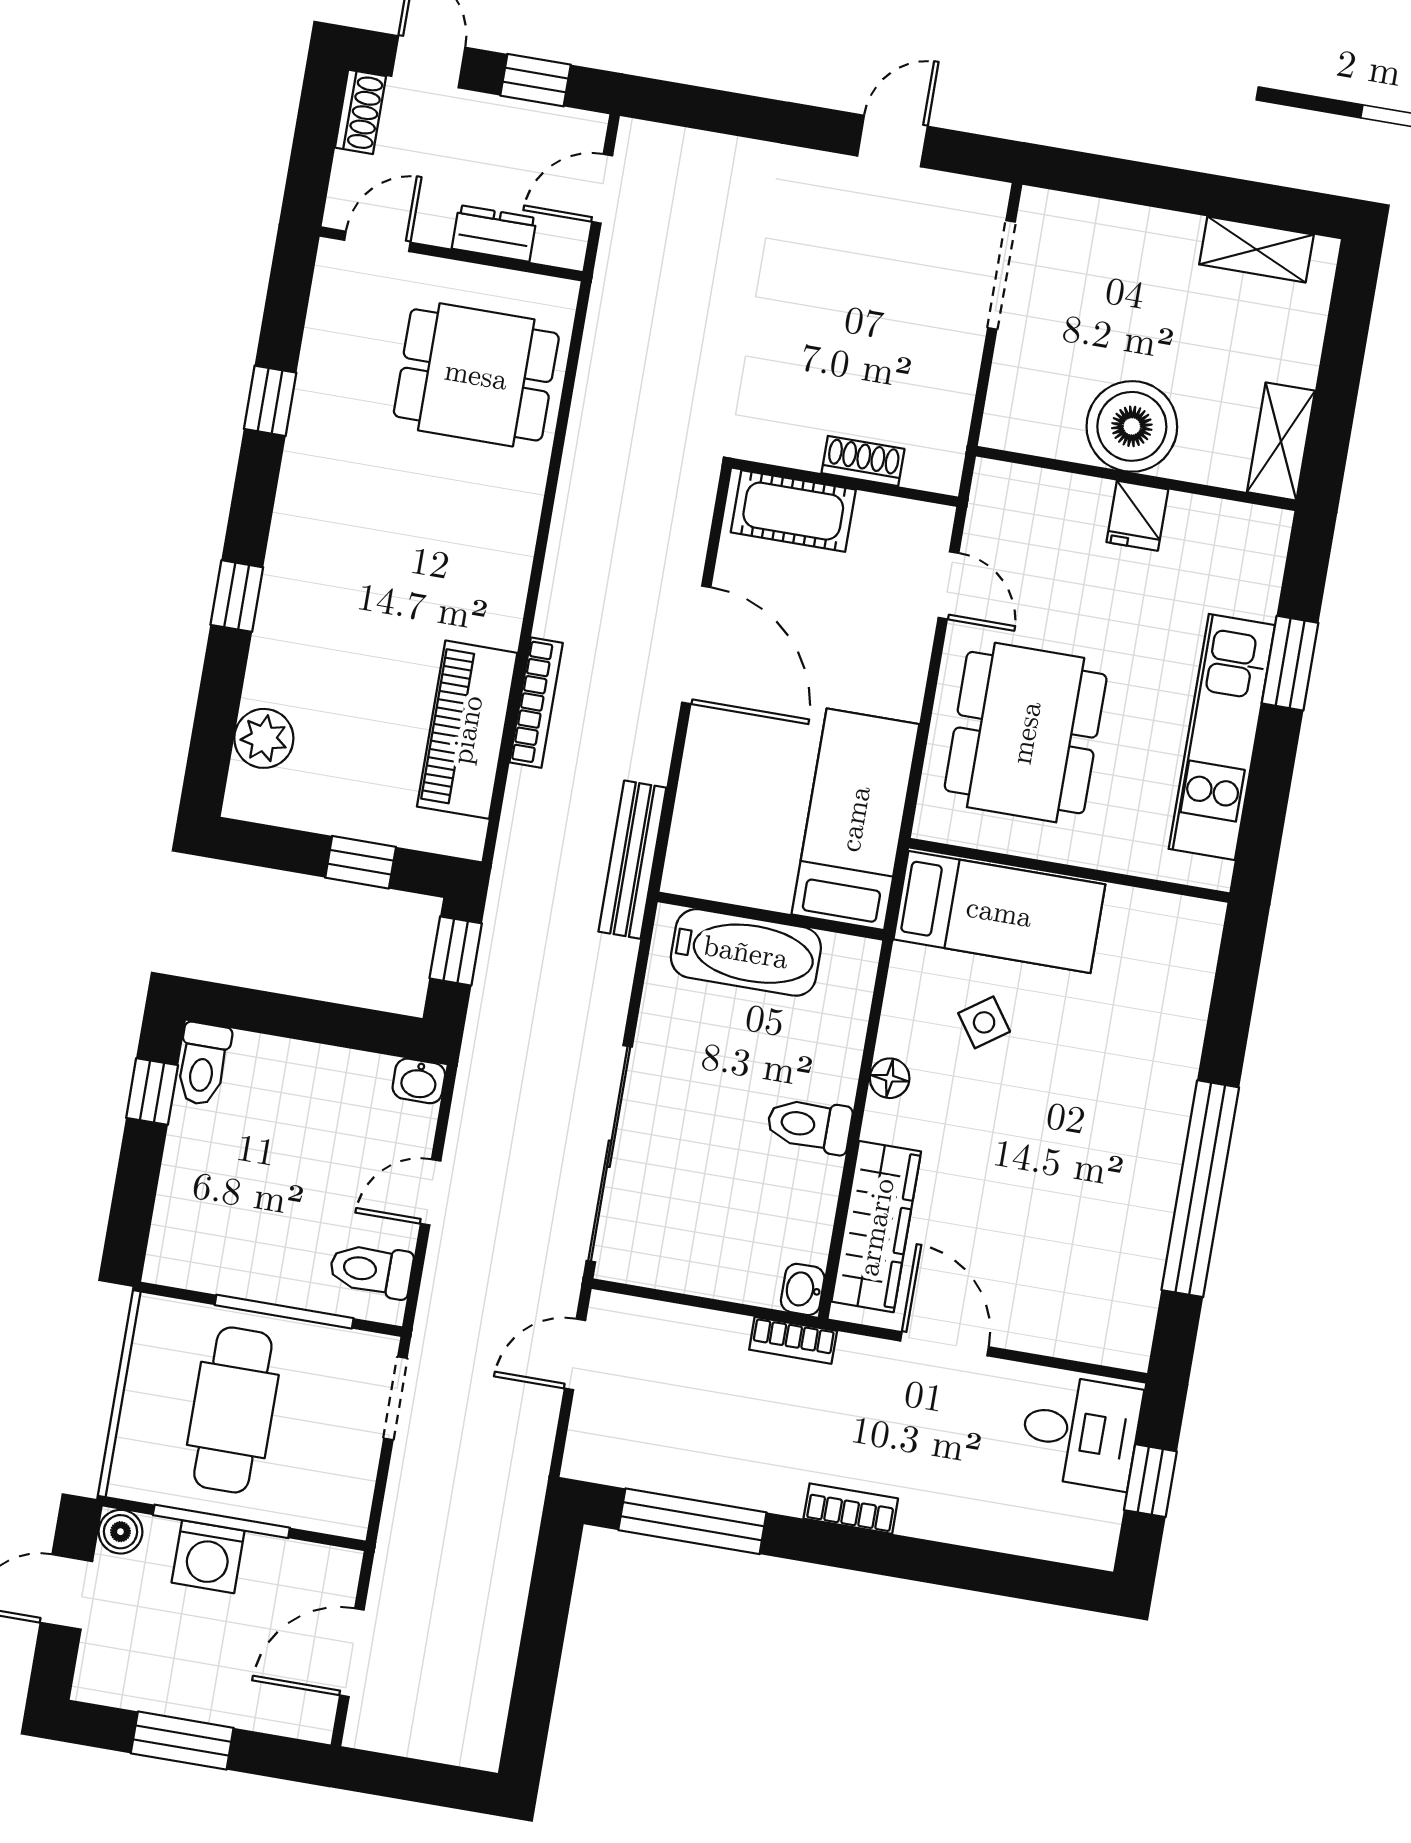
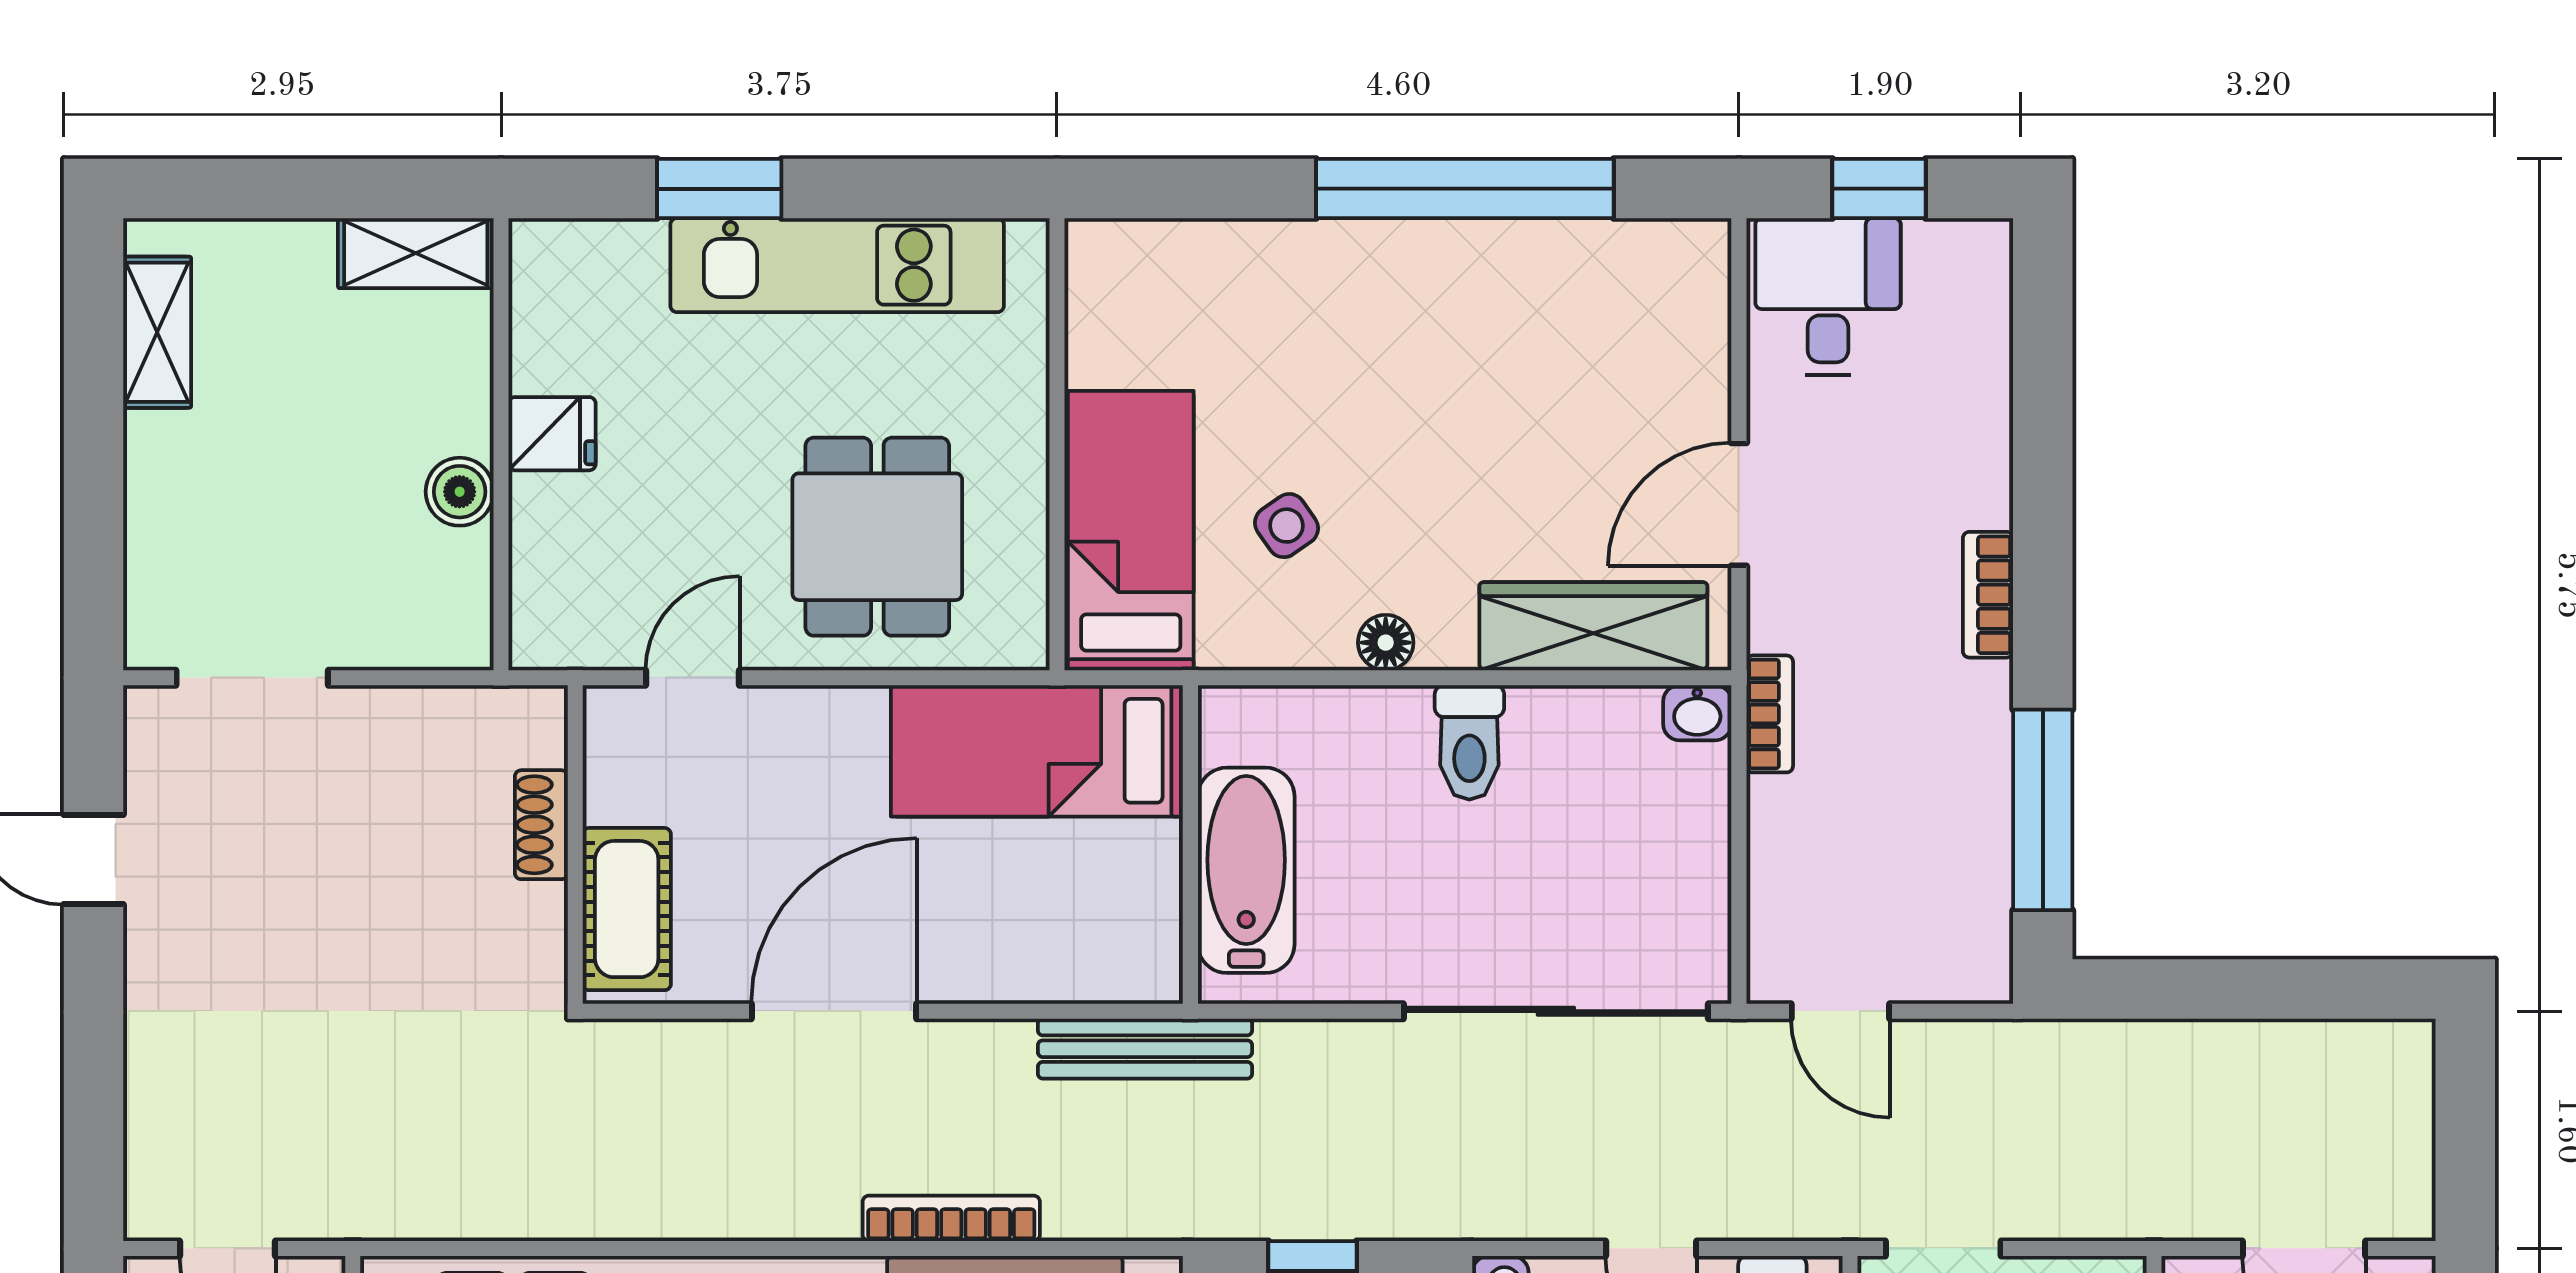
boiler: (1132, 426) -> (460, 492), width x0.54, depth x0.54
dining table: (1026, 733) -> (877, 537), width x0.73

